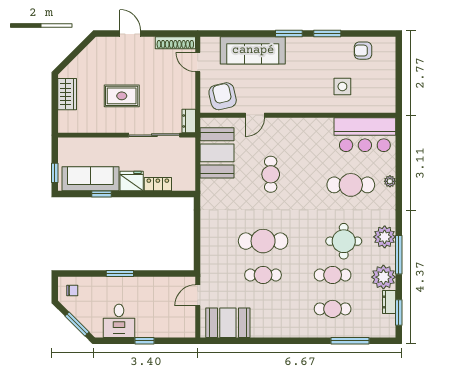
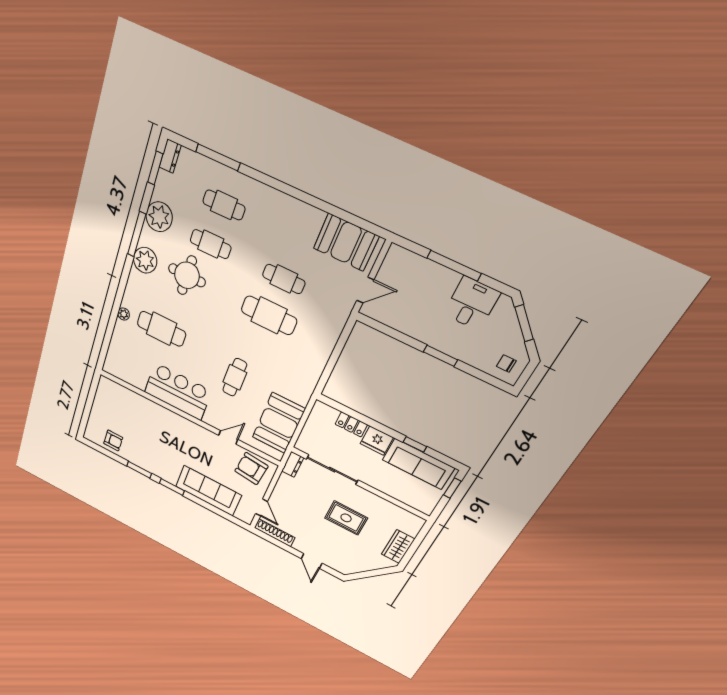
side table: (342, 86) -> (140, 421), removed
armchair: (223, 96) -> (251, 469), turned 109
bar counter: (365, 135) -> (178, 391), moved
dresser: (389, 302) -> (170, 156), moved
window: (144, 341) -> (454, 266), width x2.17

